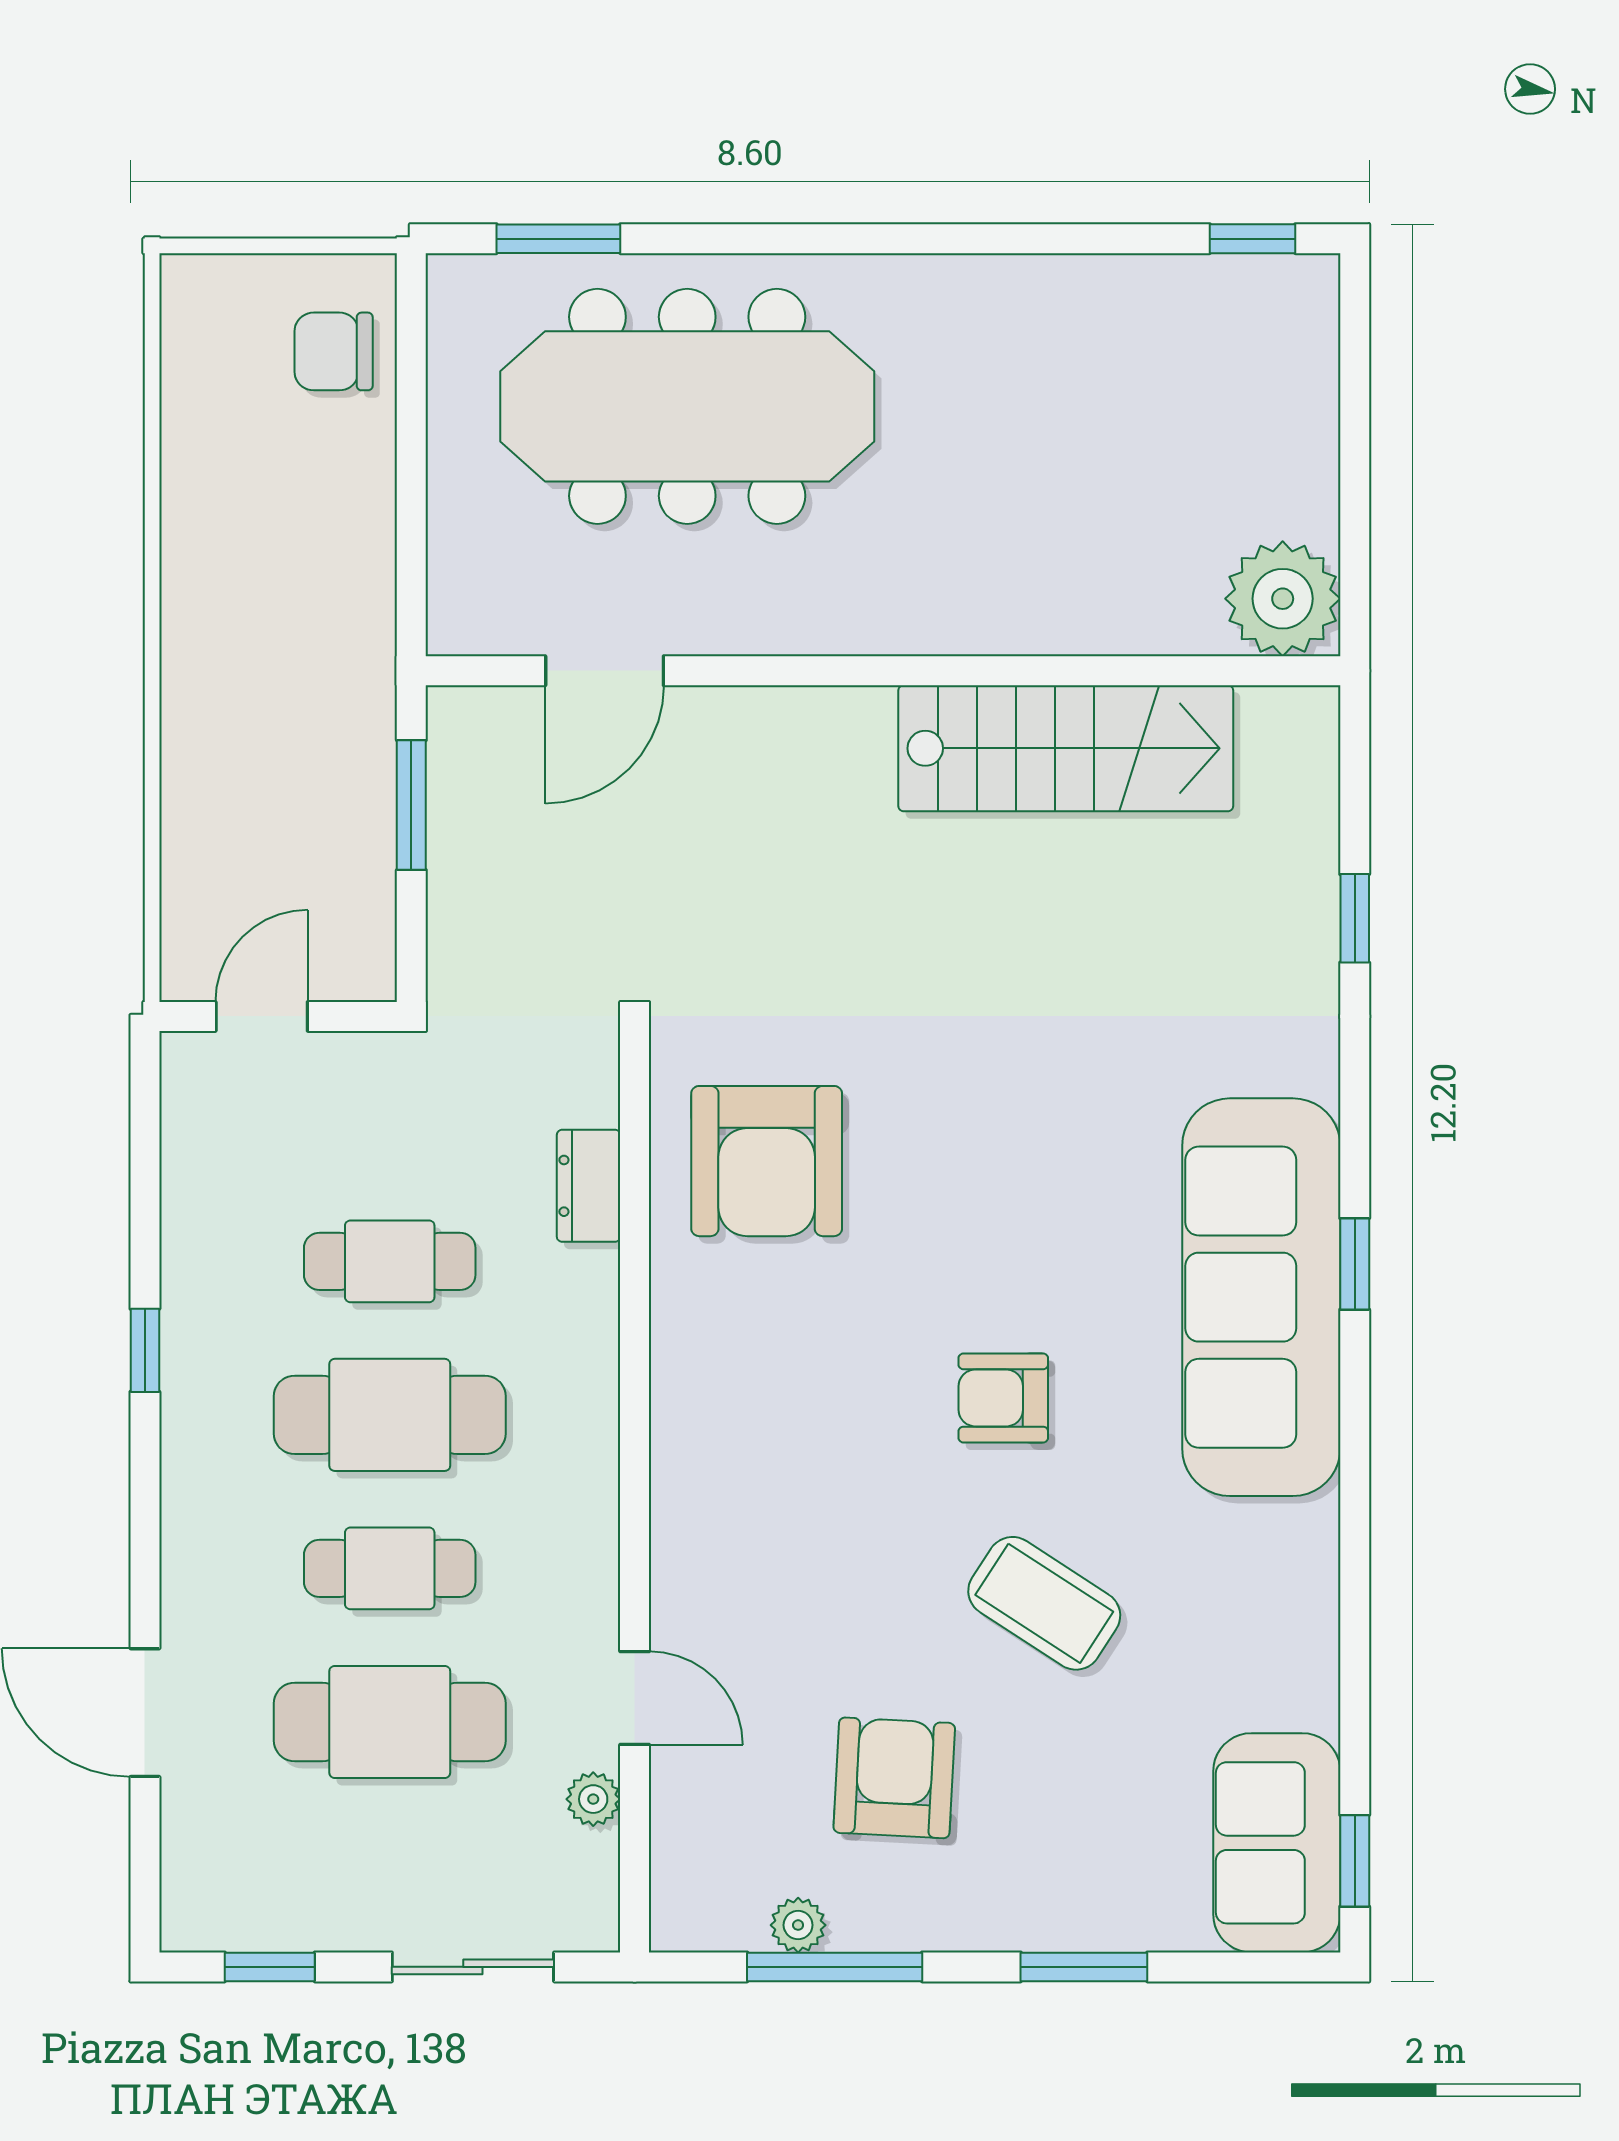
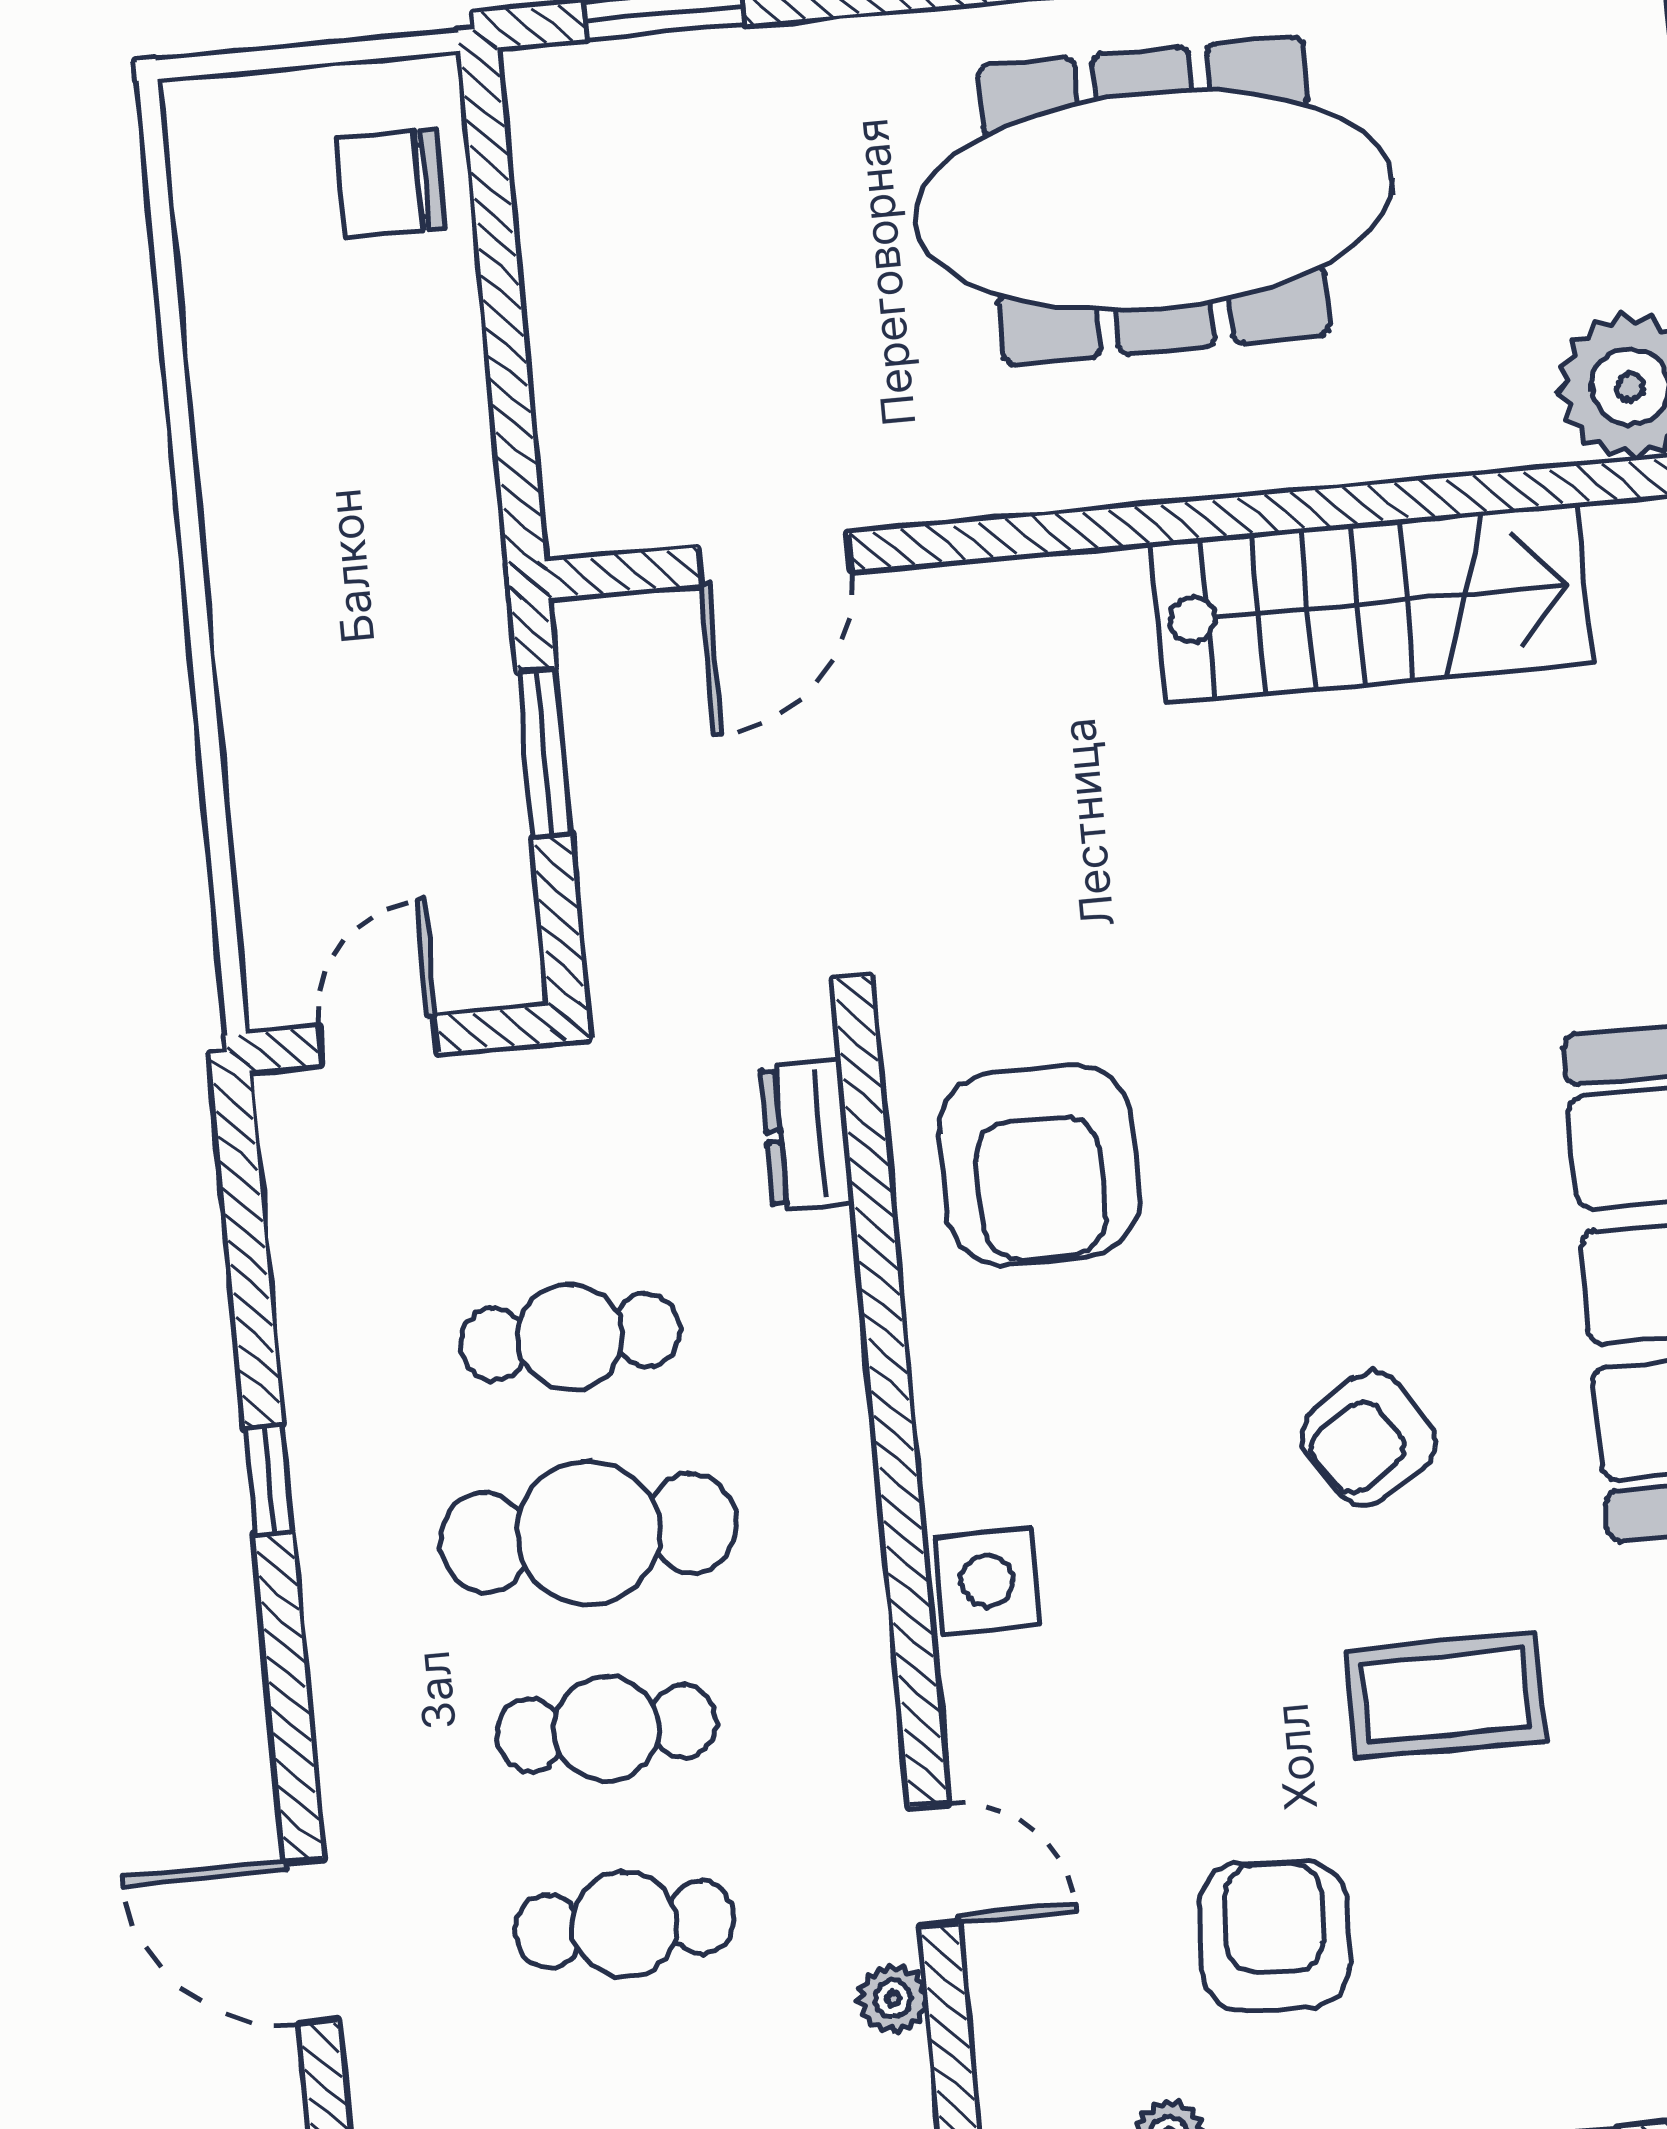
meeting table: (687, 406) -> (1154, 200), moved
dresser: (589, 1186) -> (807, 1134), moved
armchair: (1003, 1398) -> (1369, 1439), turned -33
side table: (696, 1481) -> (987, 1581), added
coffee table: (1044, 1603) -> (1445, 1696), turned -33
cafe table: (390, 1722) -> (625, 1924), width x0.73, depth x0.74

